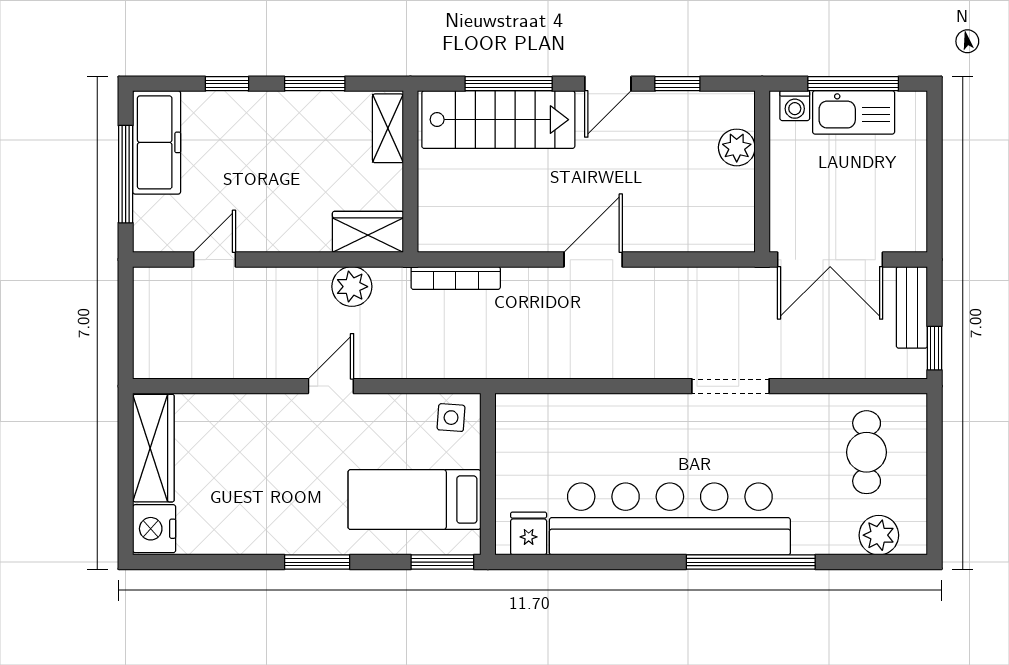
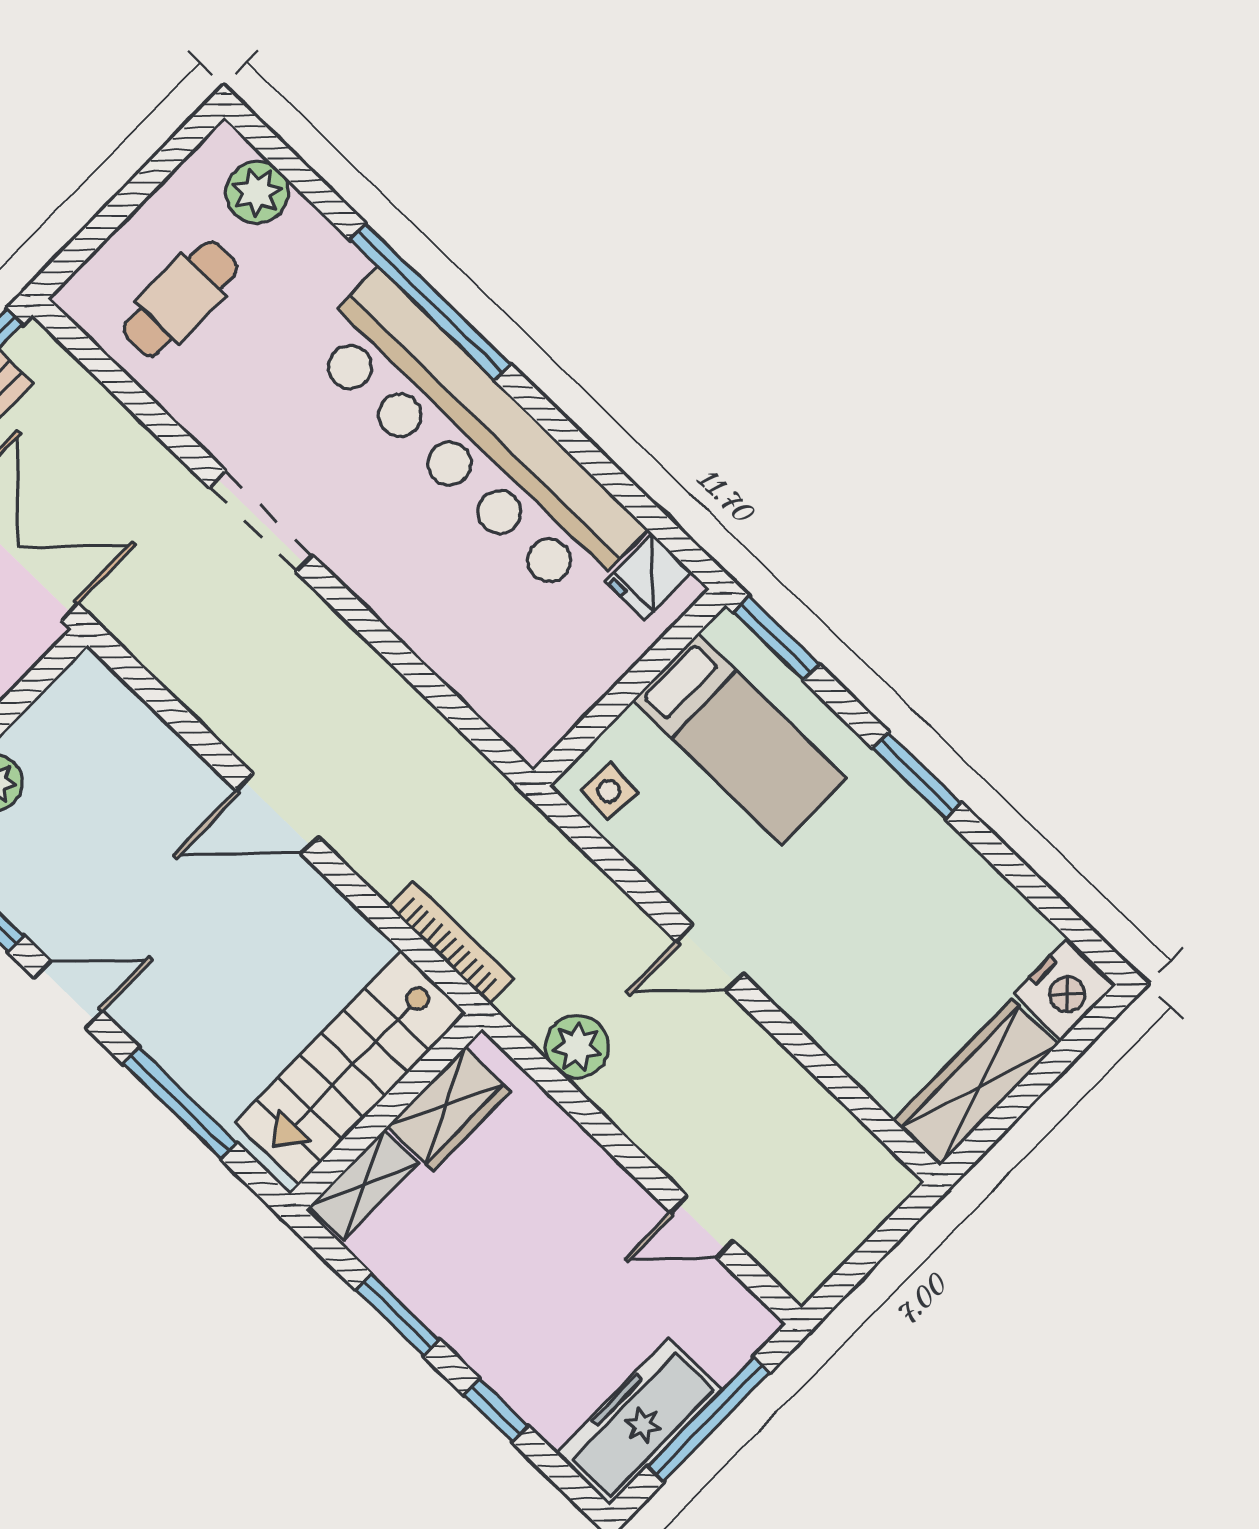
stairs: (498, 120) -> (351, 1067), moved, turned -90
wardrobe: (368, 232) -> (449, 1109), moved, turned -90

